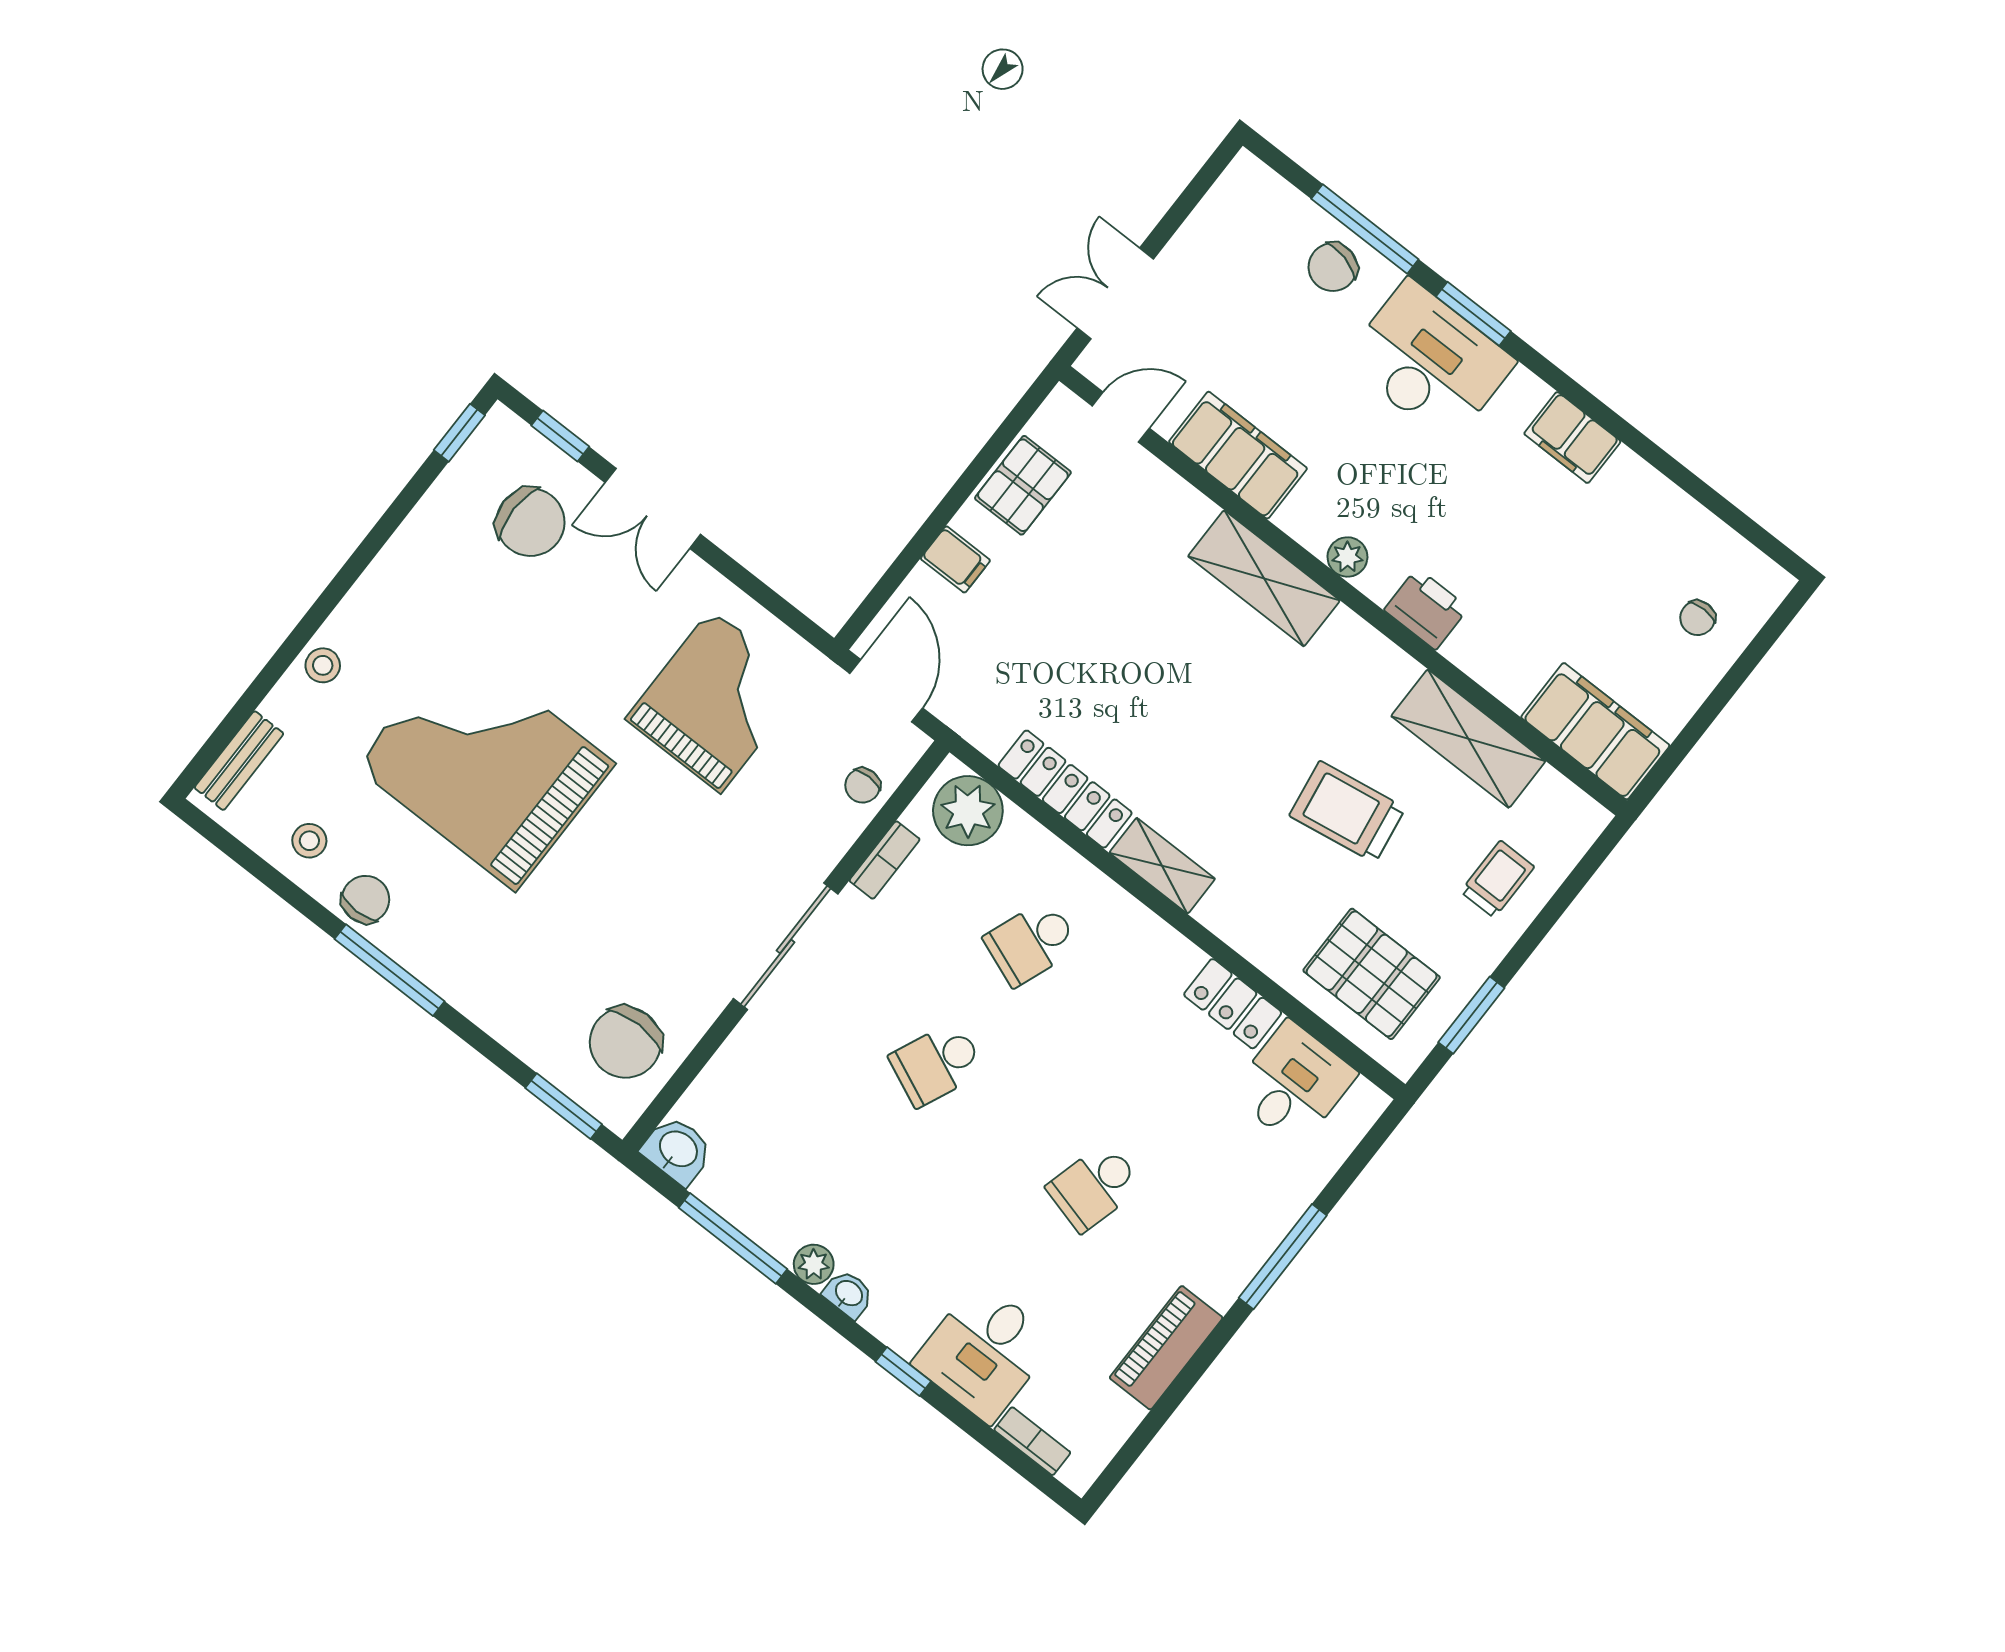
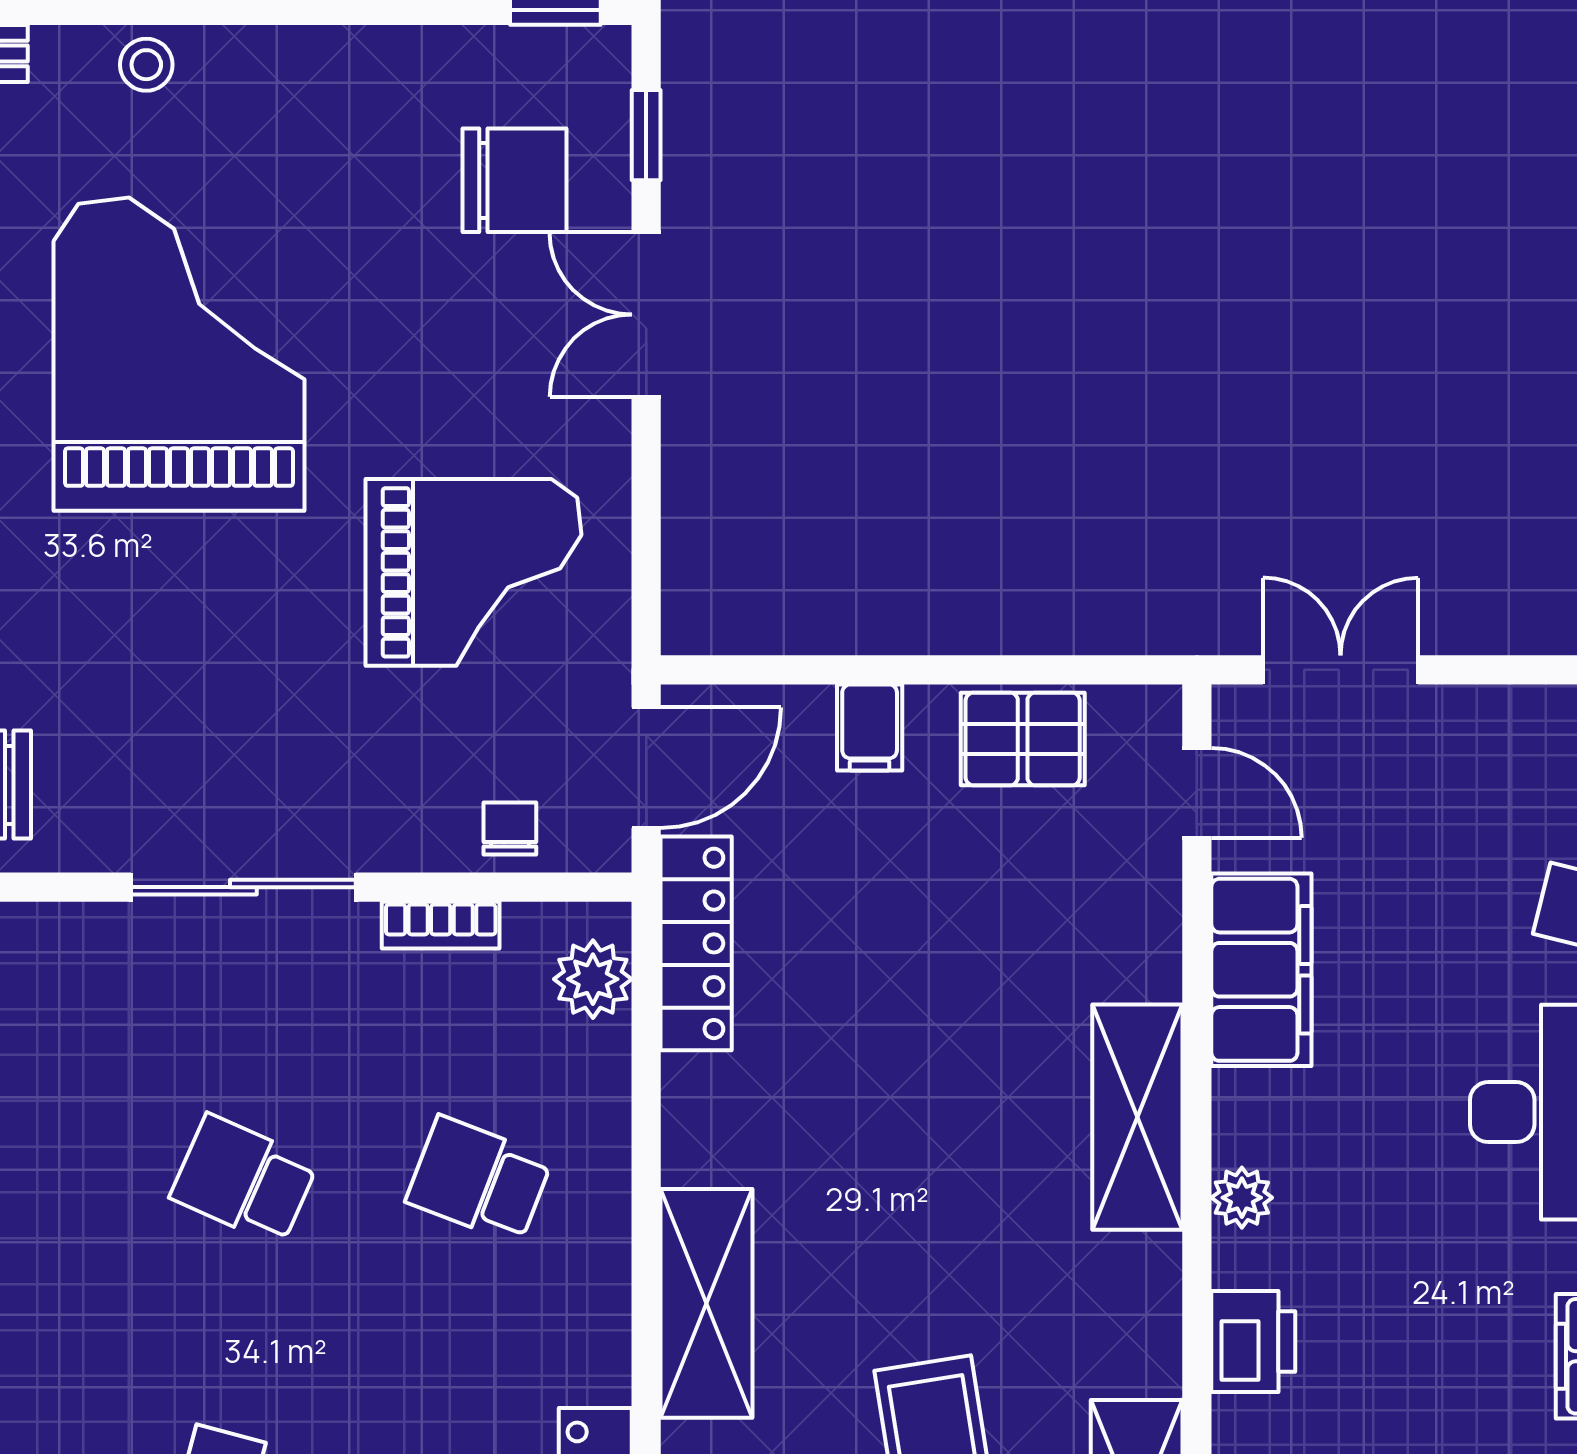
chair: (530, 522) -> (514, 180), turned -90
chair: (863, 786) -> (510, 828), turned 90
locker: (1065, 789) -> (696, 943), moved
plant: (968, 811) -> (593, 979), width x0.73, depth x0.73
shelving: (1162, 866) -> (707, 1303), width x1.50, depth x1.33

